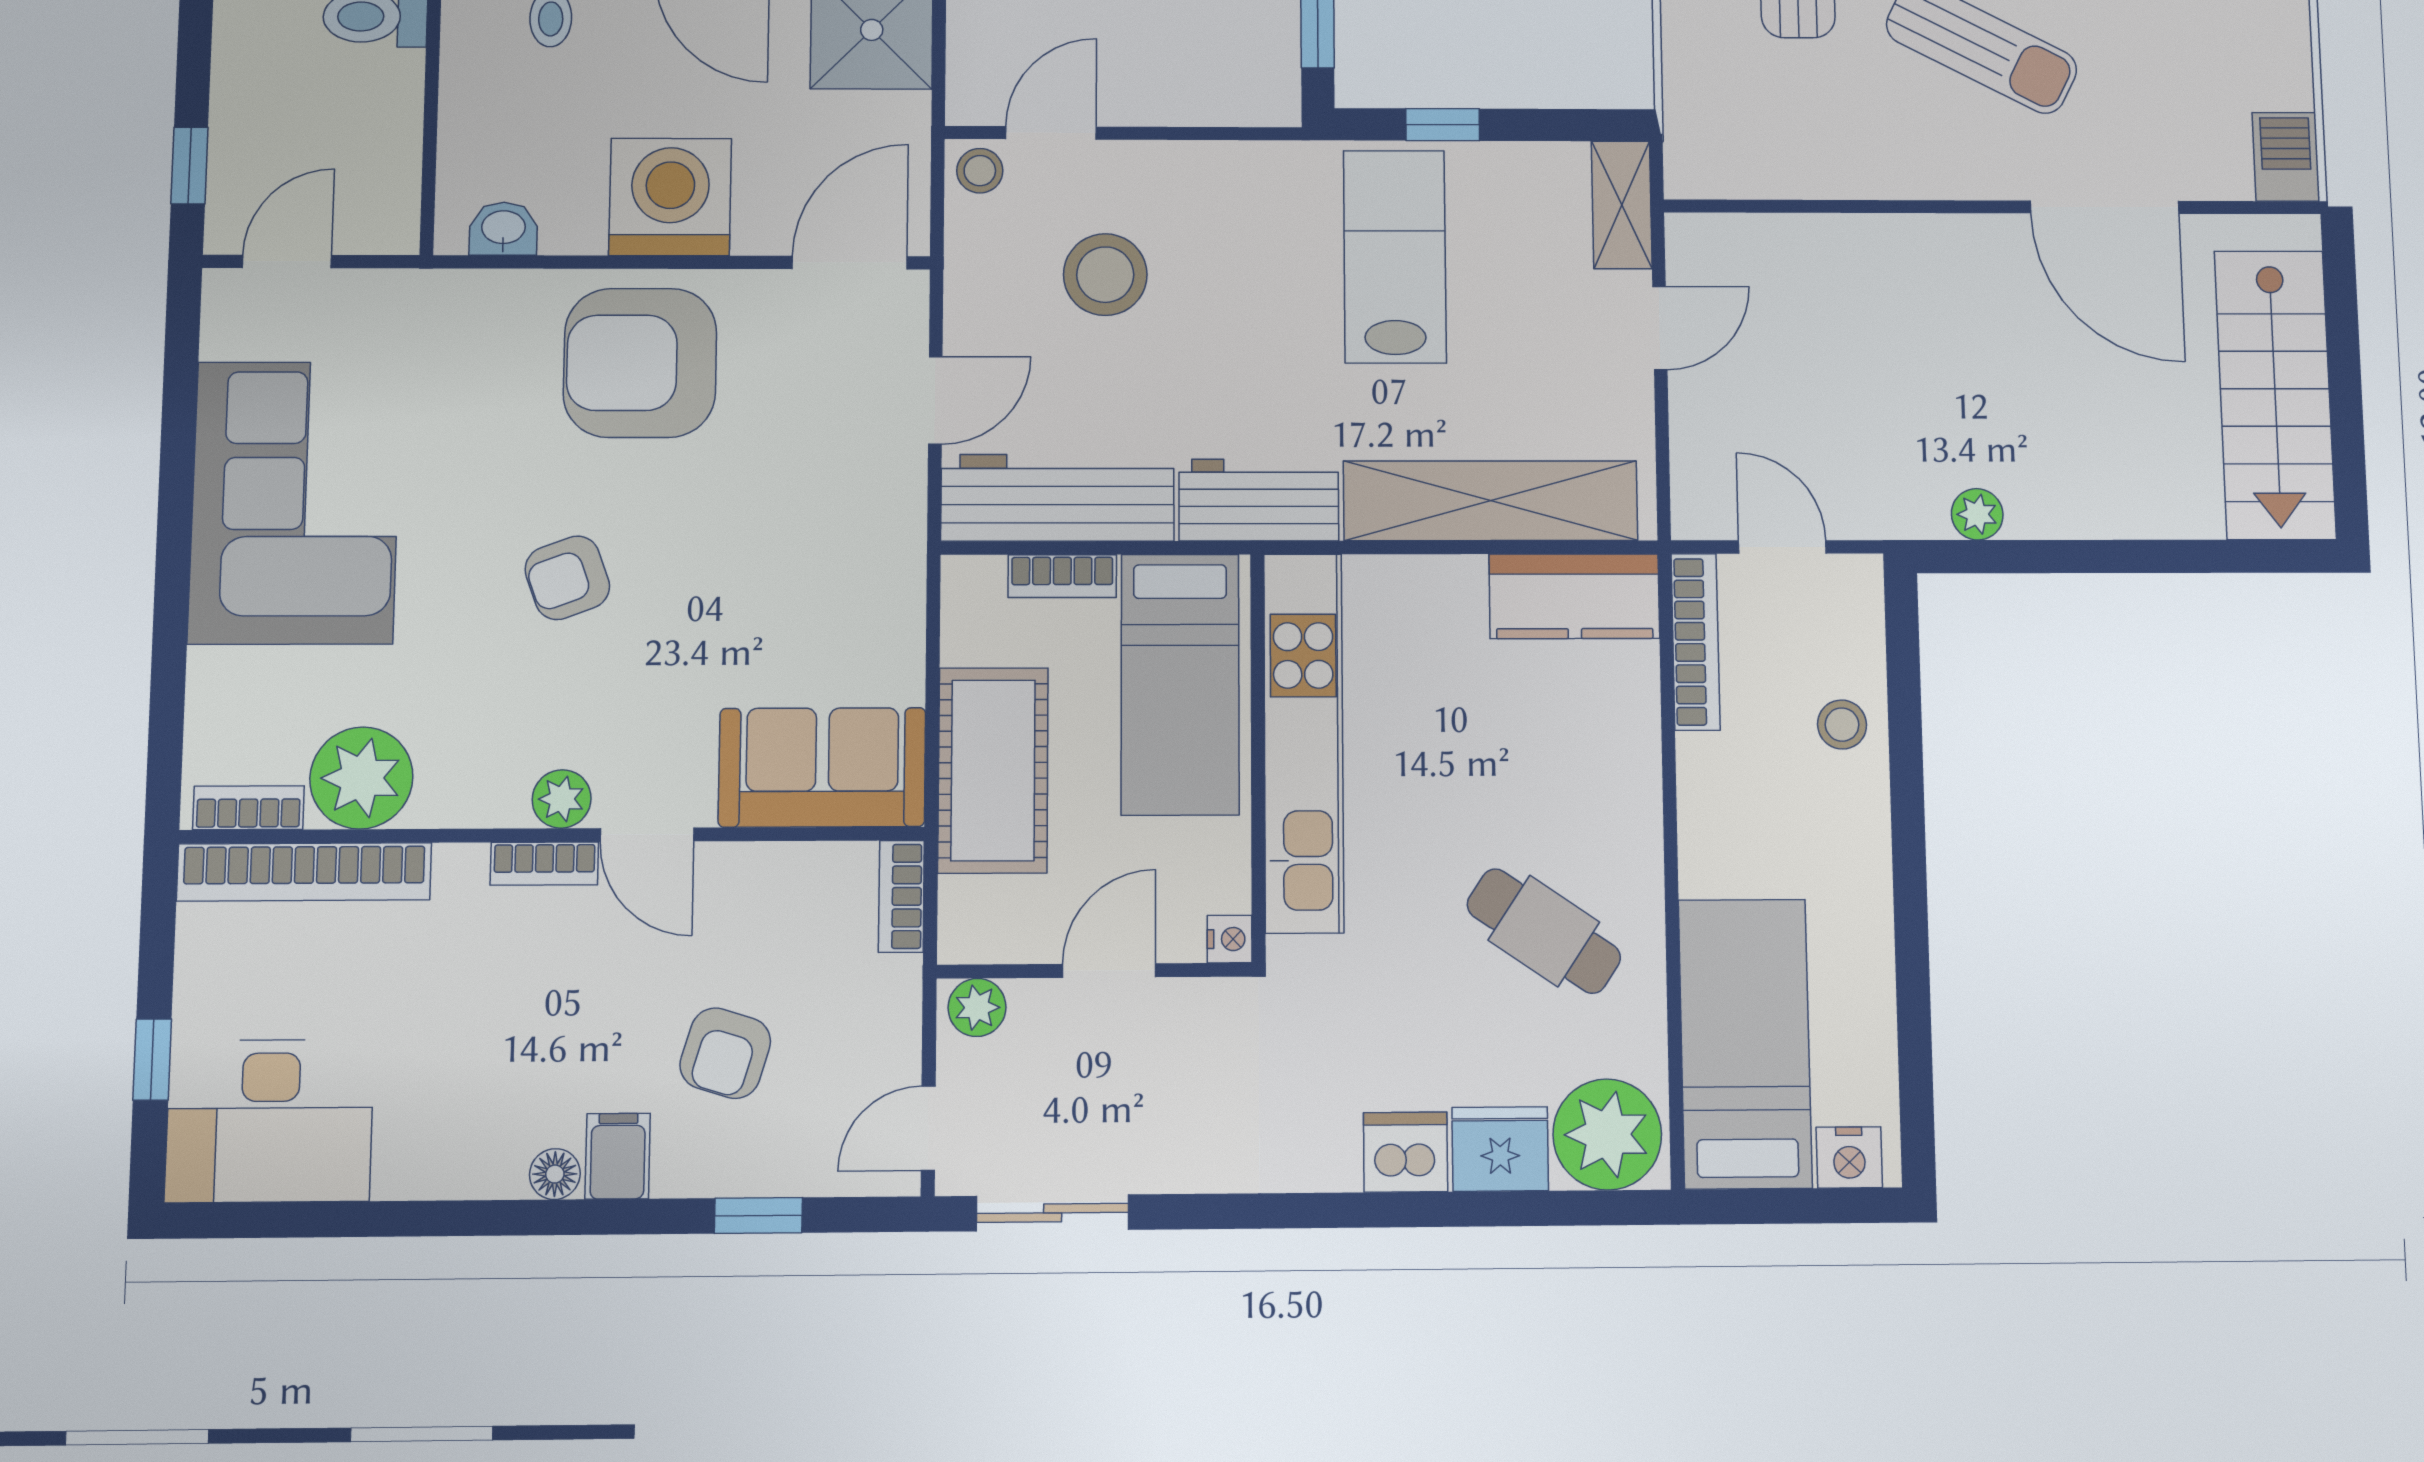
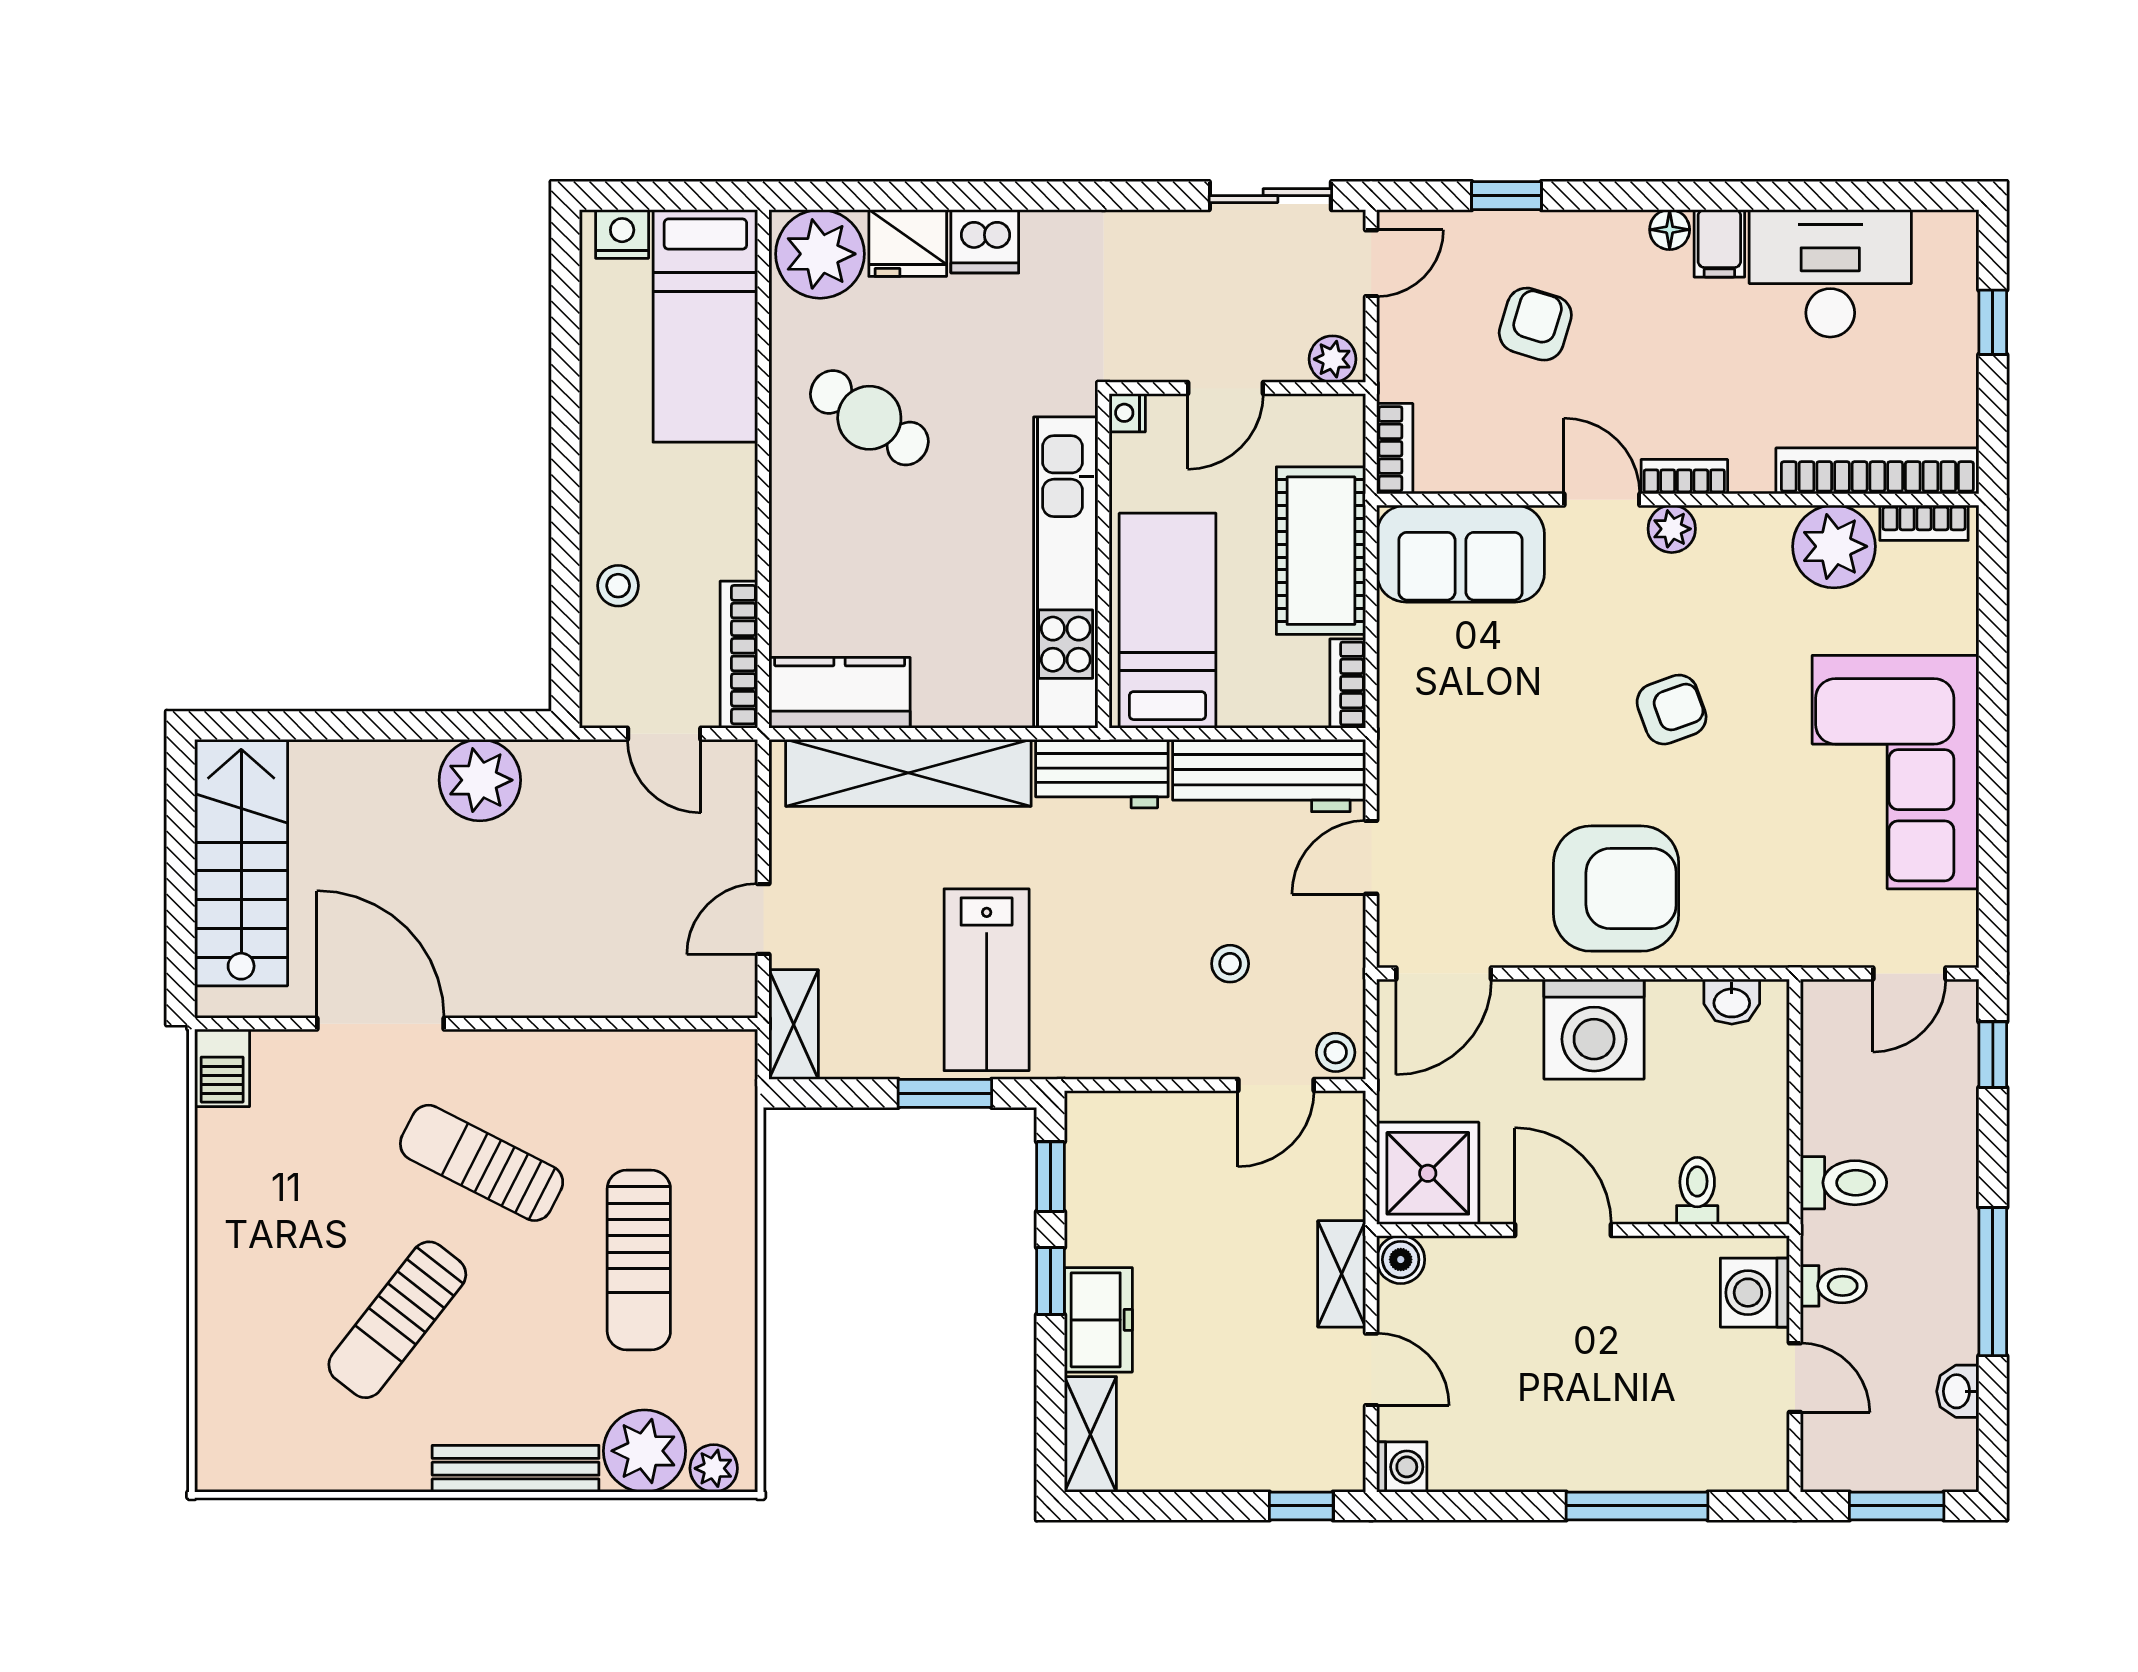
window: (1443, 125) -> (945, 1093), width x1.50
stool: (1105, 275) -> (1230, 964), width x0.53, depth x0.53
plant: (1977, 514) -> (480, 780), width x1.87, depth x1.87
bookcase: (1062, 576) -> (1348, 684), moved, turned -90
desk: (270, 1121) -> (1830, 273), moved
filing cabinet: (618, 1156) -> (1719, 243), moved

